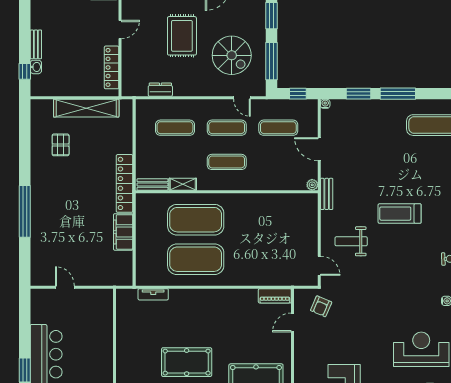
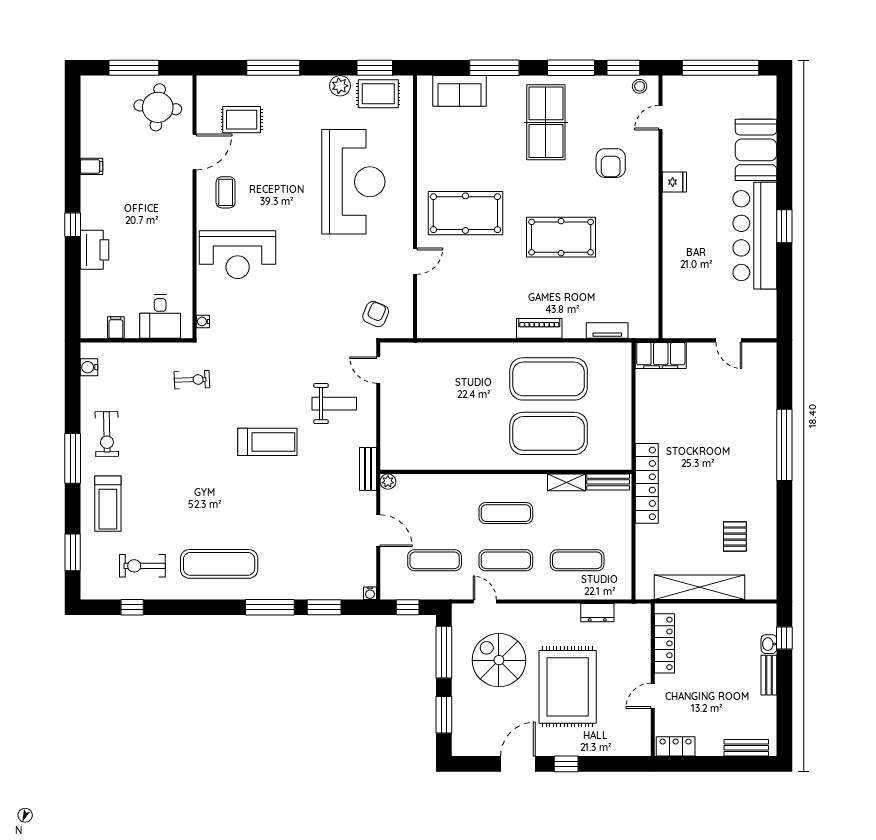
rug: (182, 36) -> (568, 687), width x1.37, depth x1.44
filing cabinet: (123, 232) -> (661, 356), moved, turned 90
piano: (275, 296) -> (539, 328), moved
door: (293, 322) -> (415, 261), moved

